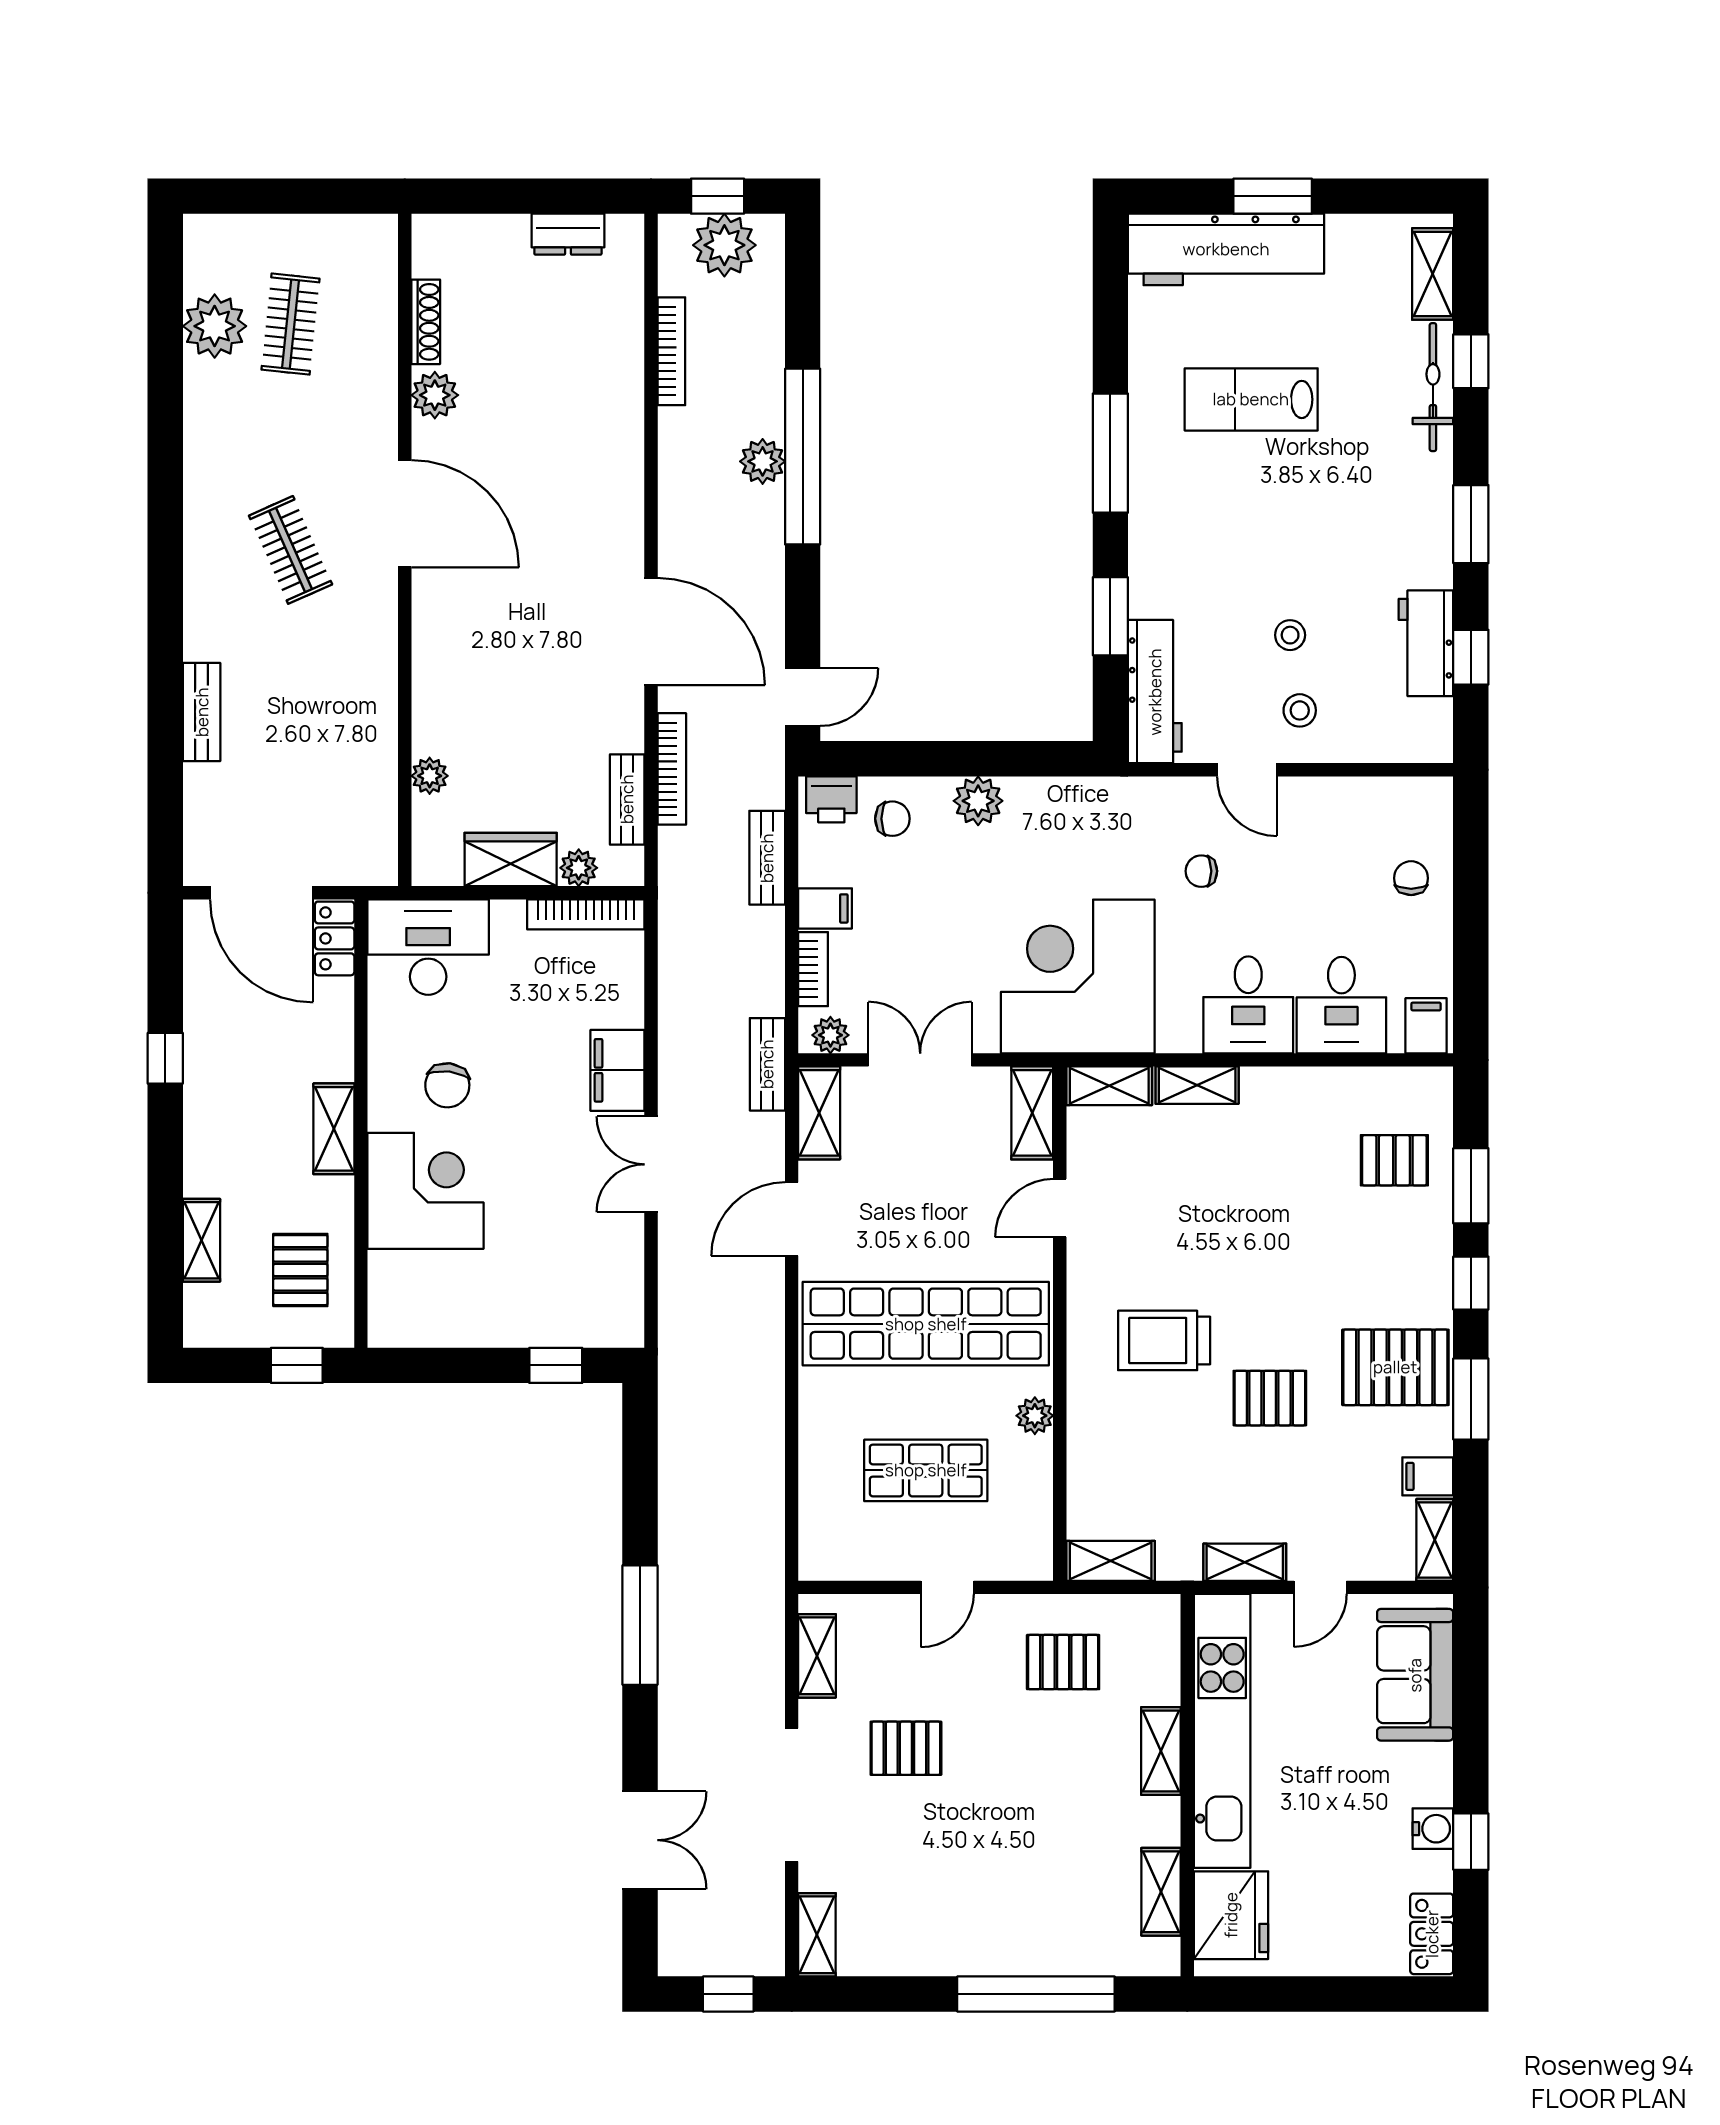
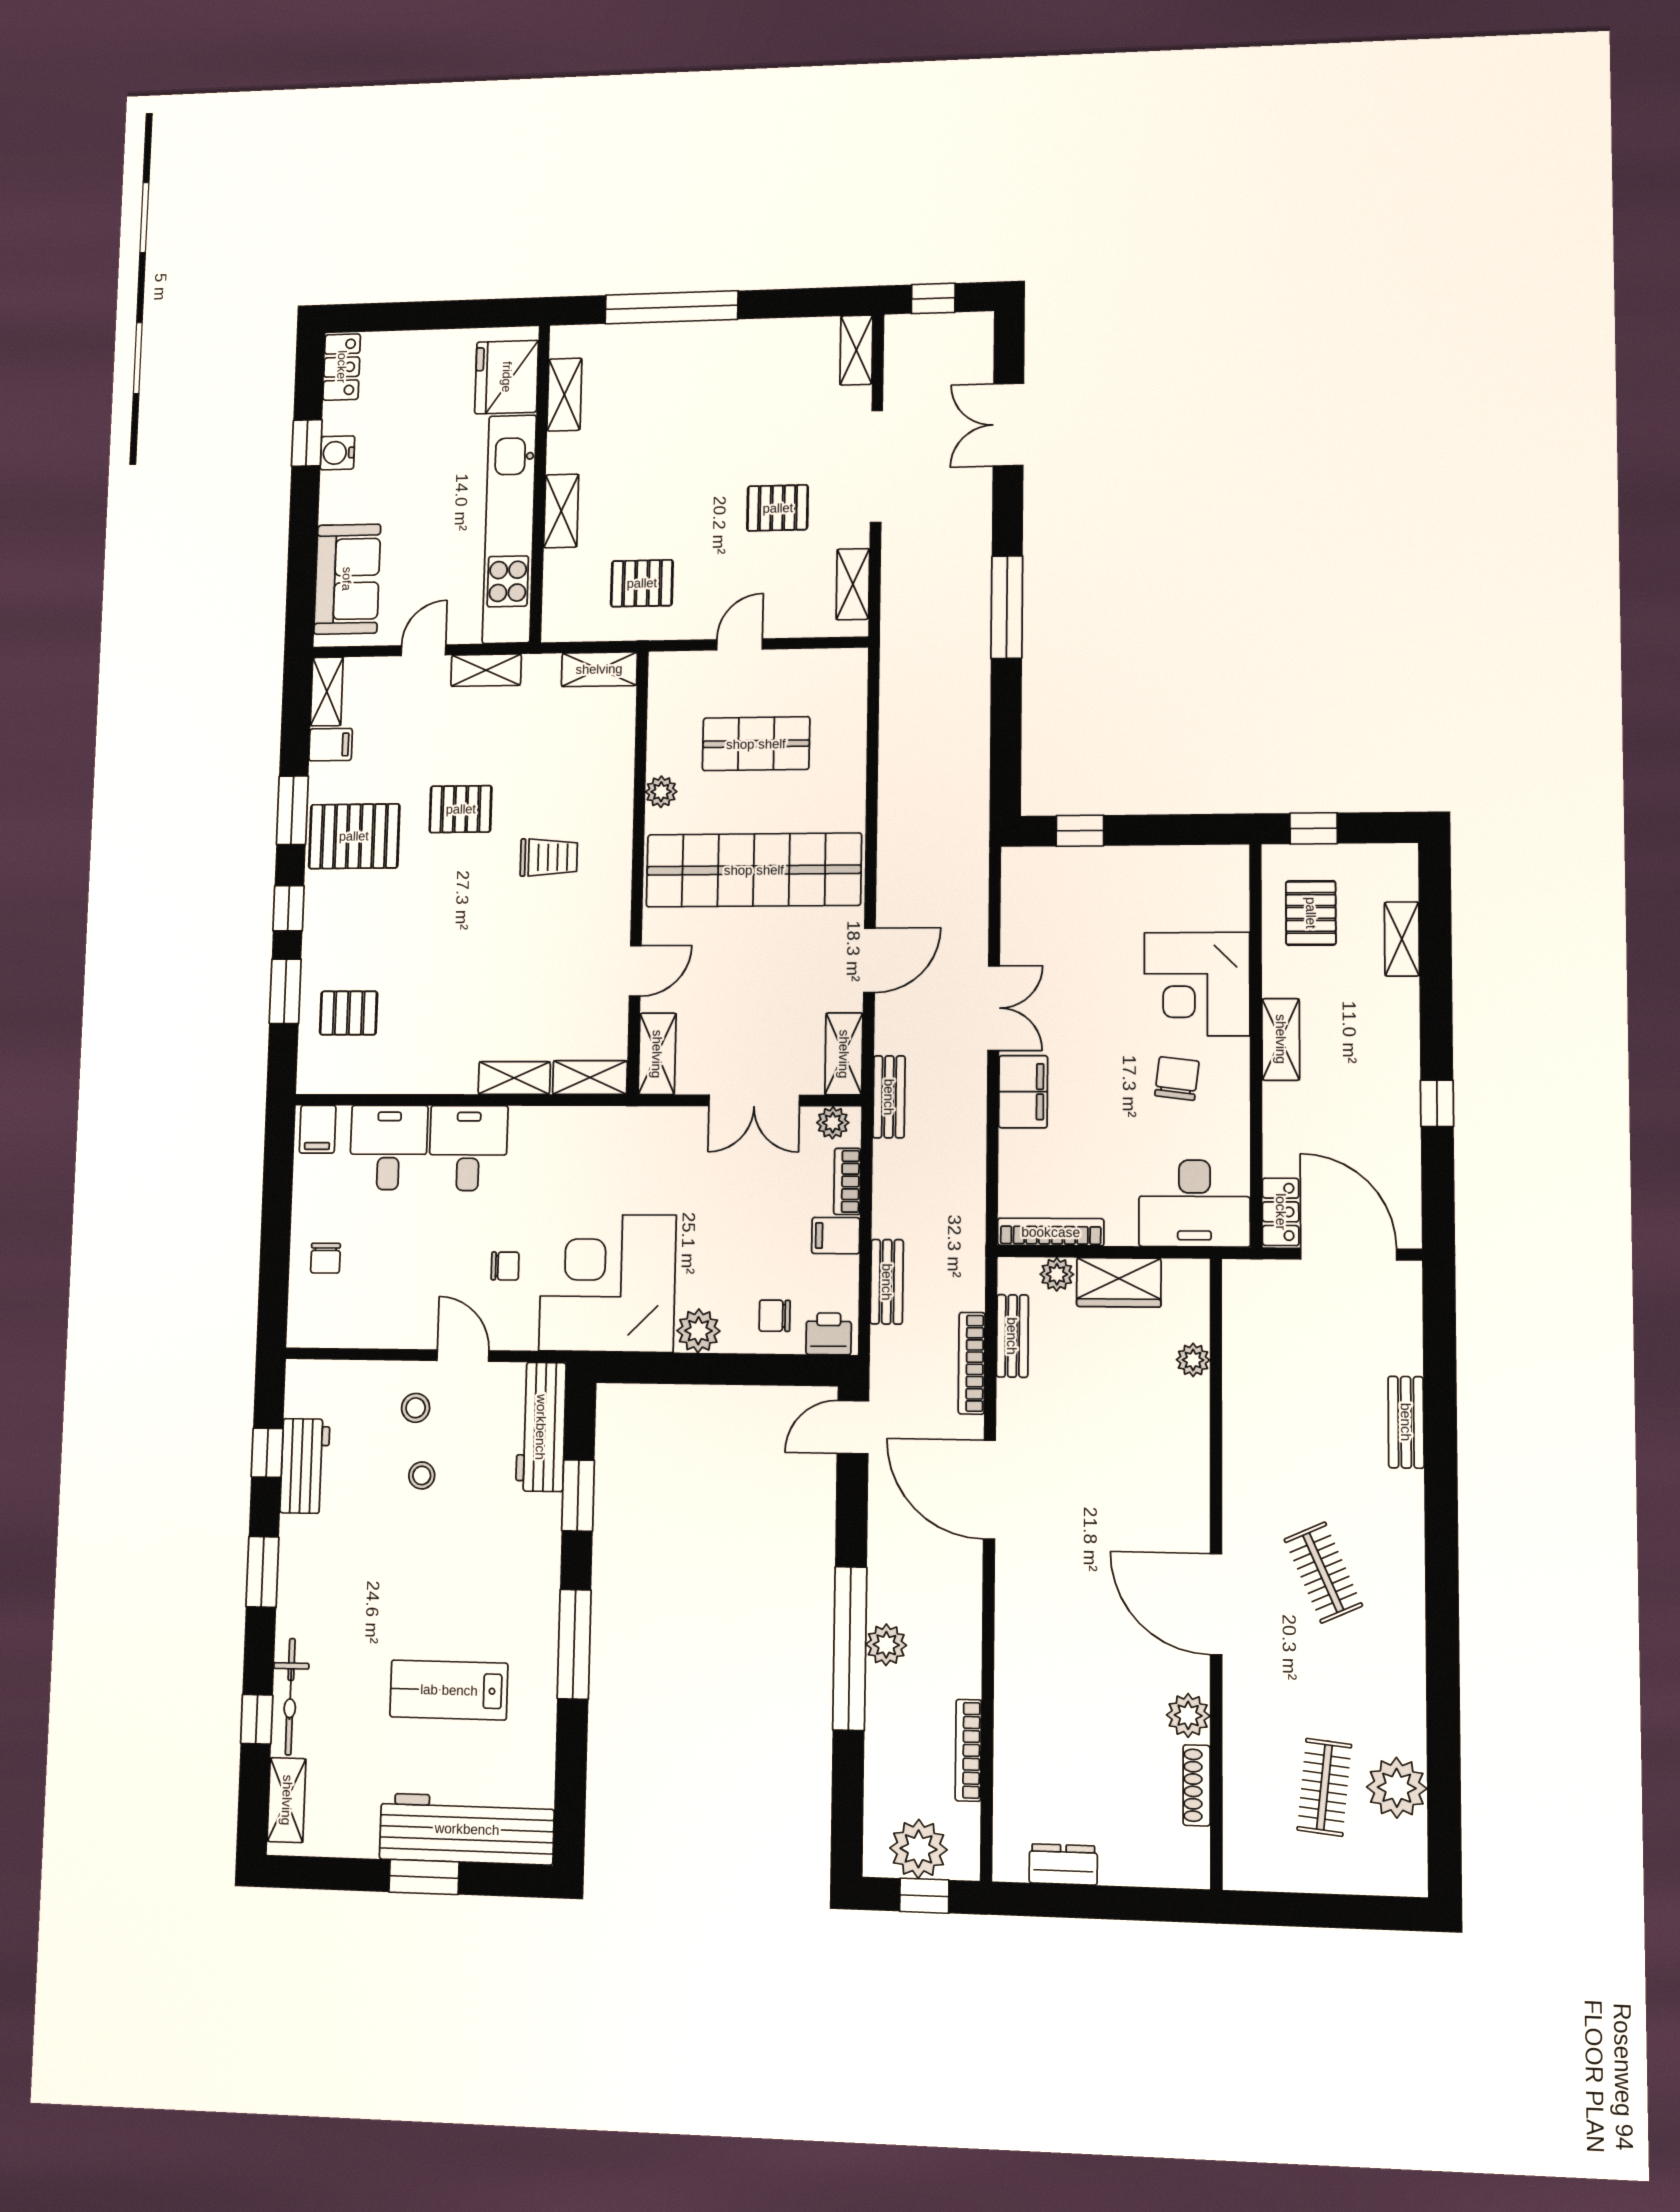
lab bench: (1251, 399) -> (449, 1690), turned 180
corner desk: (1078, 976) -> (607, 1283), moved, turned 180
trolley: (1164, 1340) -> (549, 857), width x0.73, depth x0.72

